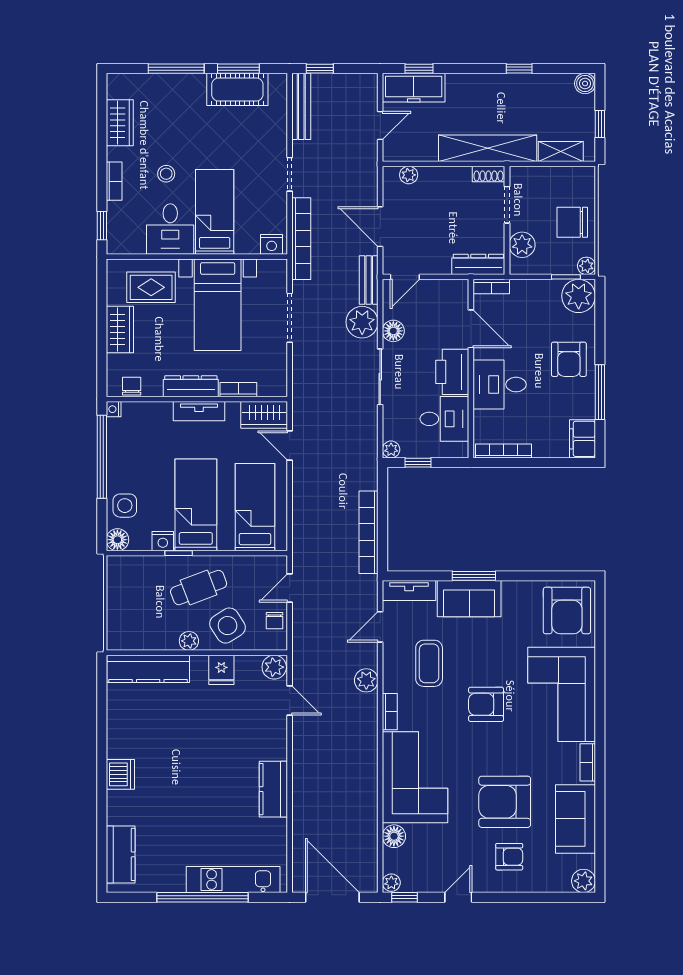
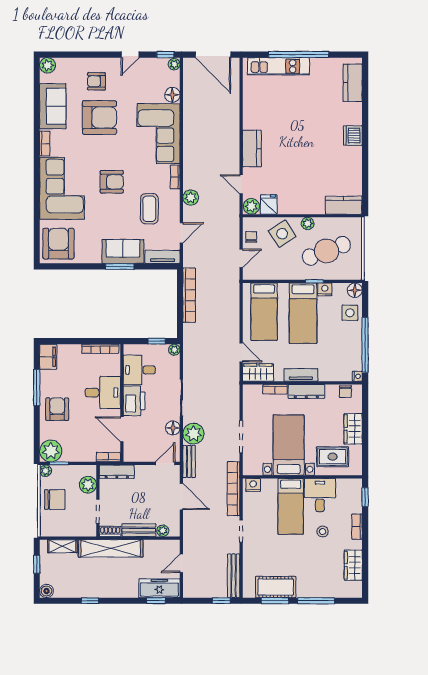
bench: (445, 176) -> (139, 530), added
cafe table: (199, 588) -> (326, 251), moved, width x1.37, depth x1.35
kitchen counter: (148, 669) -> (344, 205), width x0.67
fridge: (221, 670) -> (269, 204), moved
kitchen counter: (273, 789) -> (252, 148), moved

